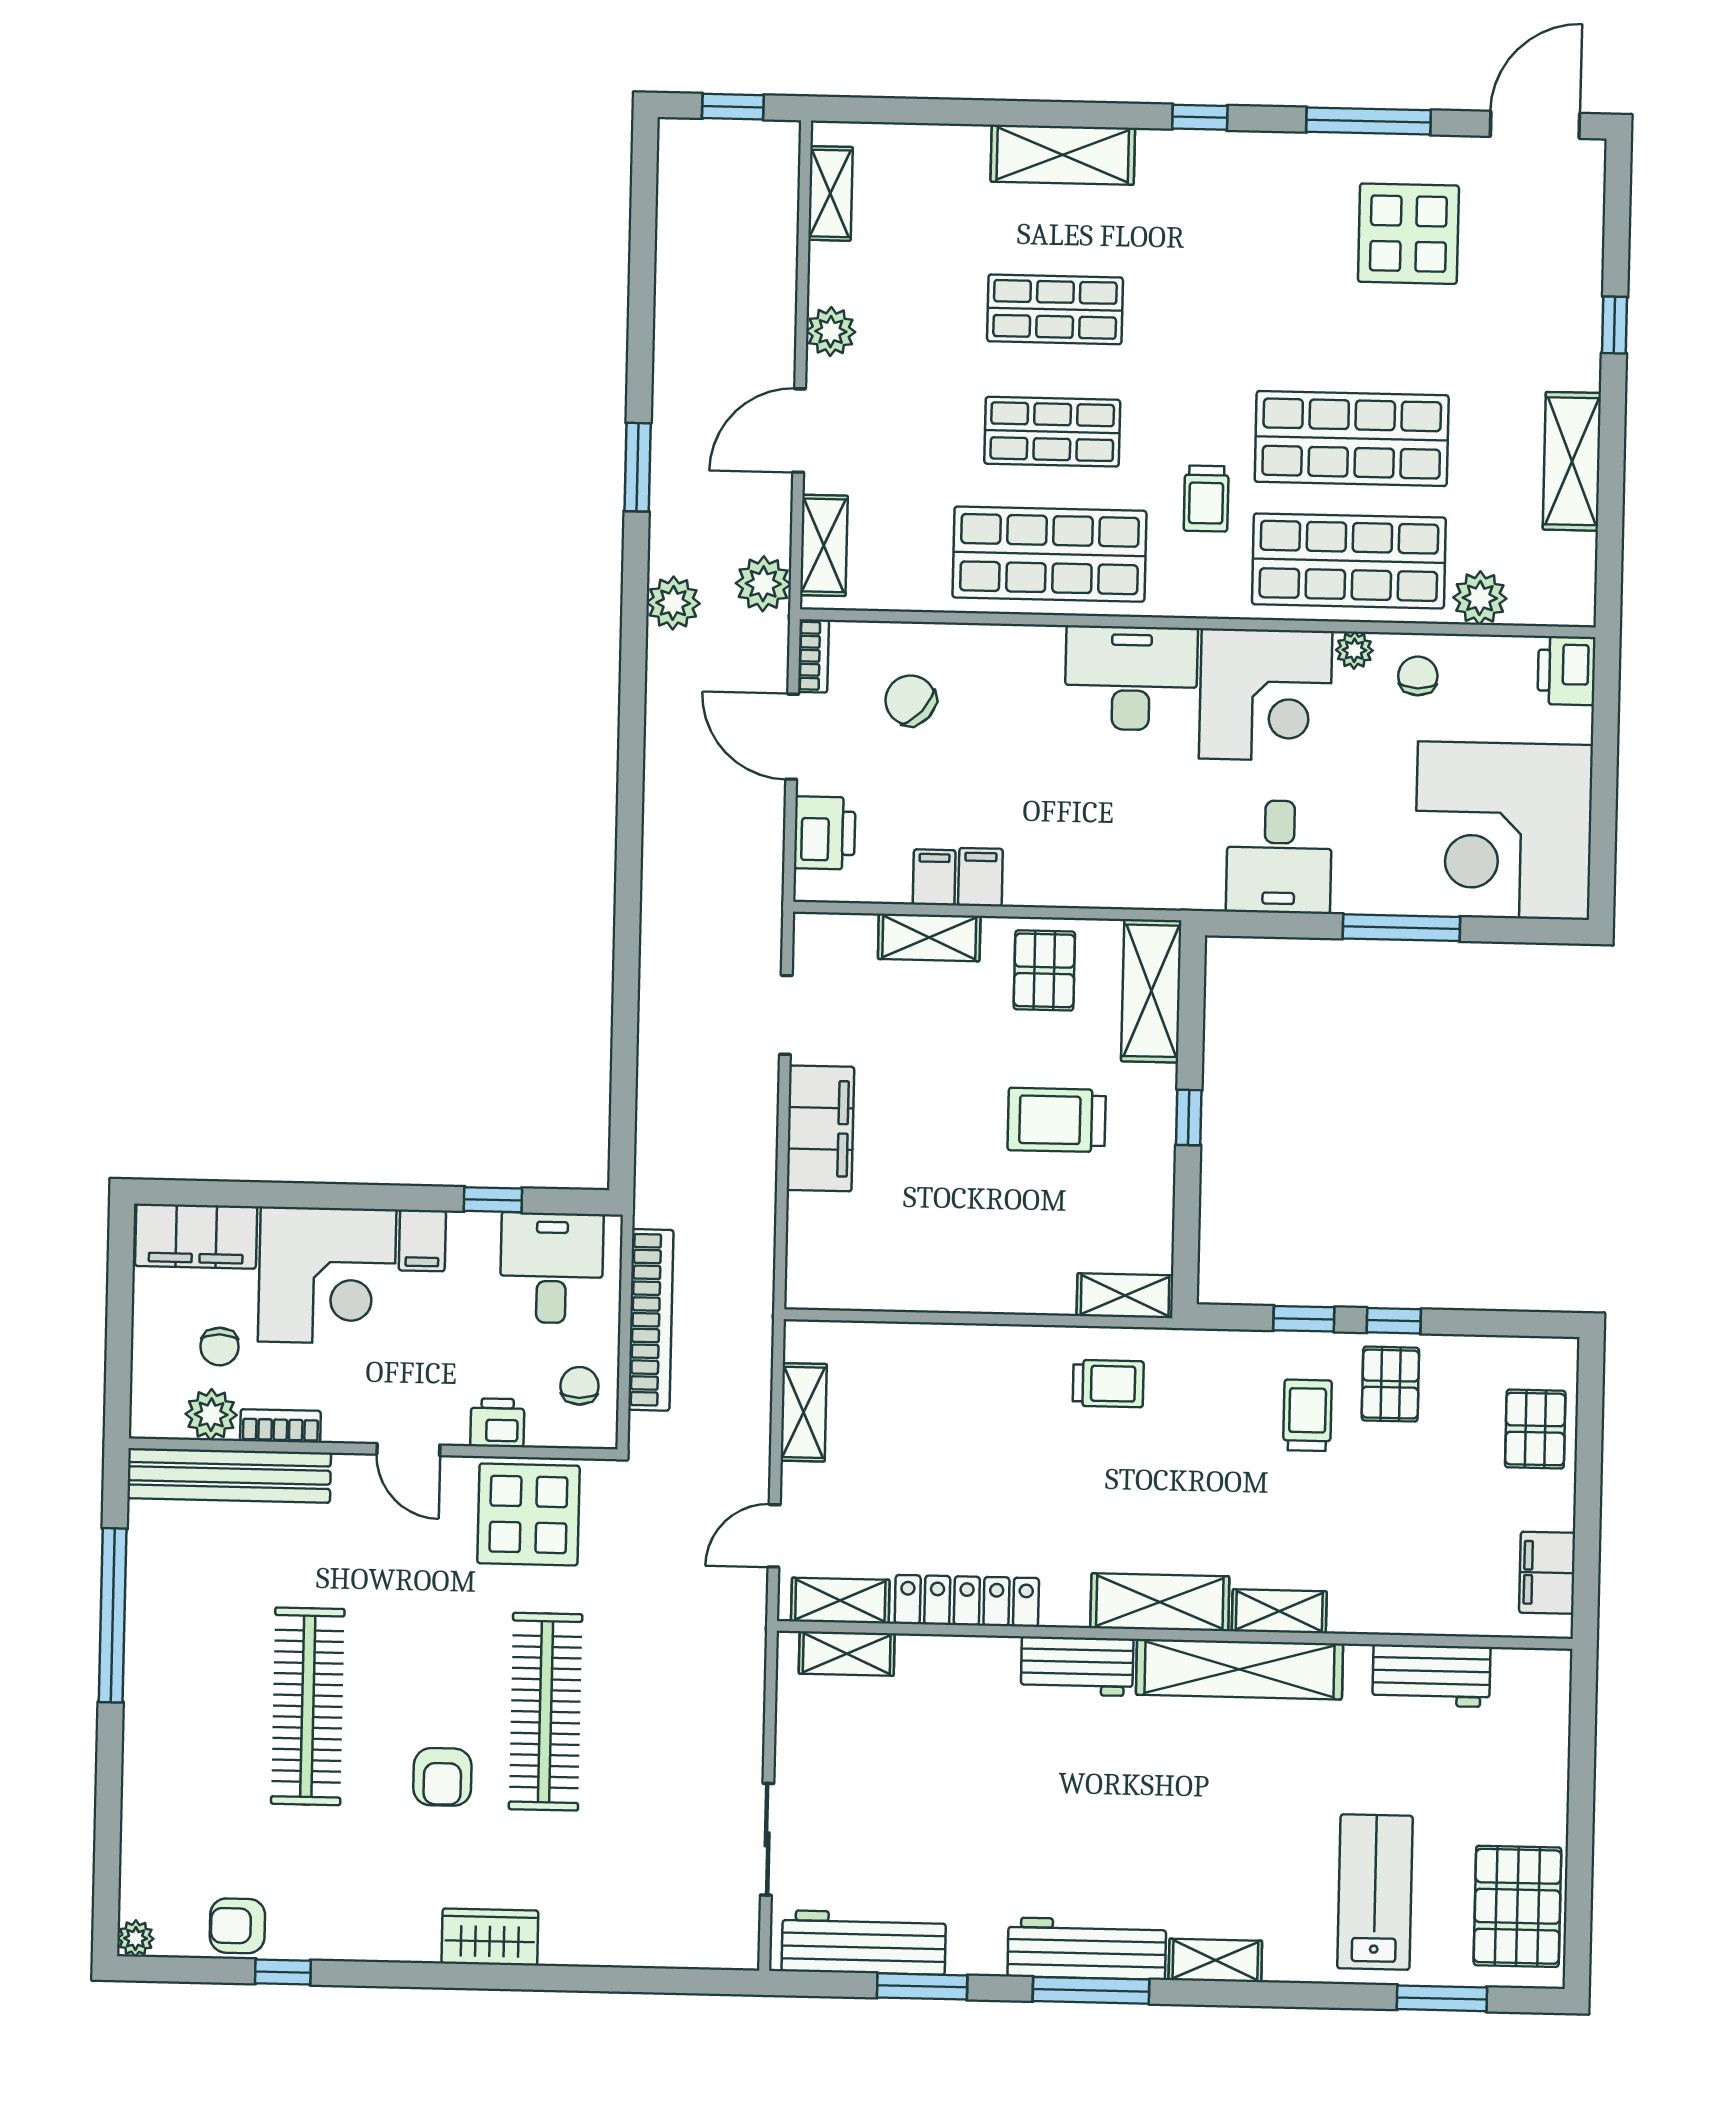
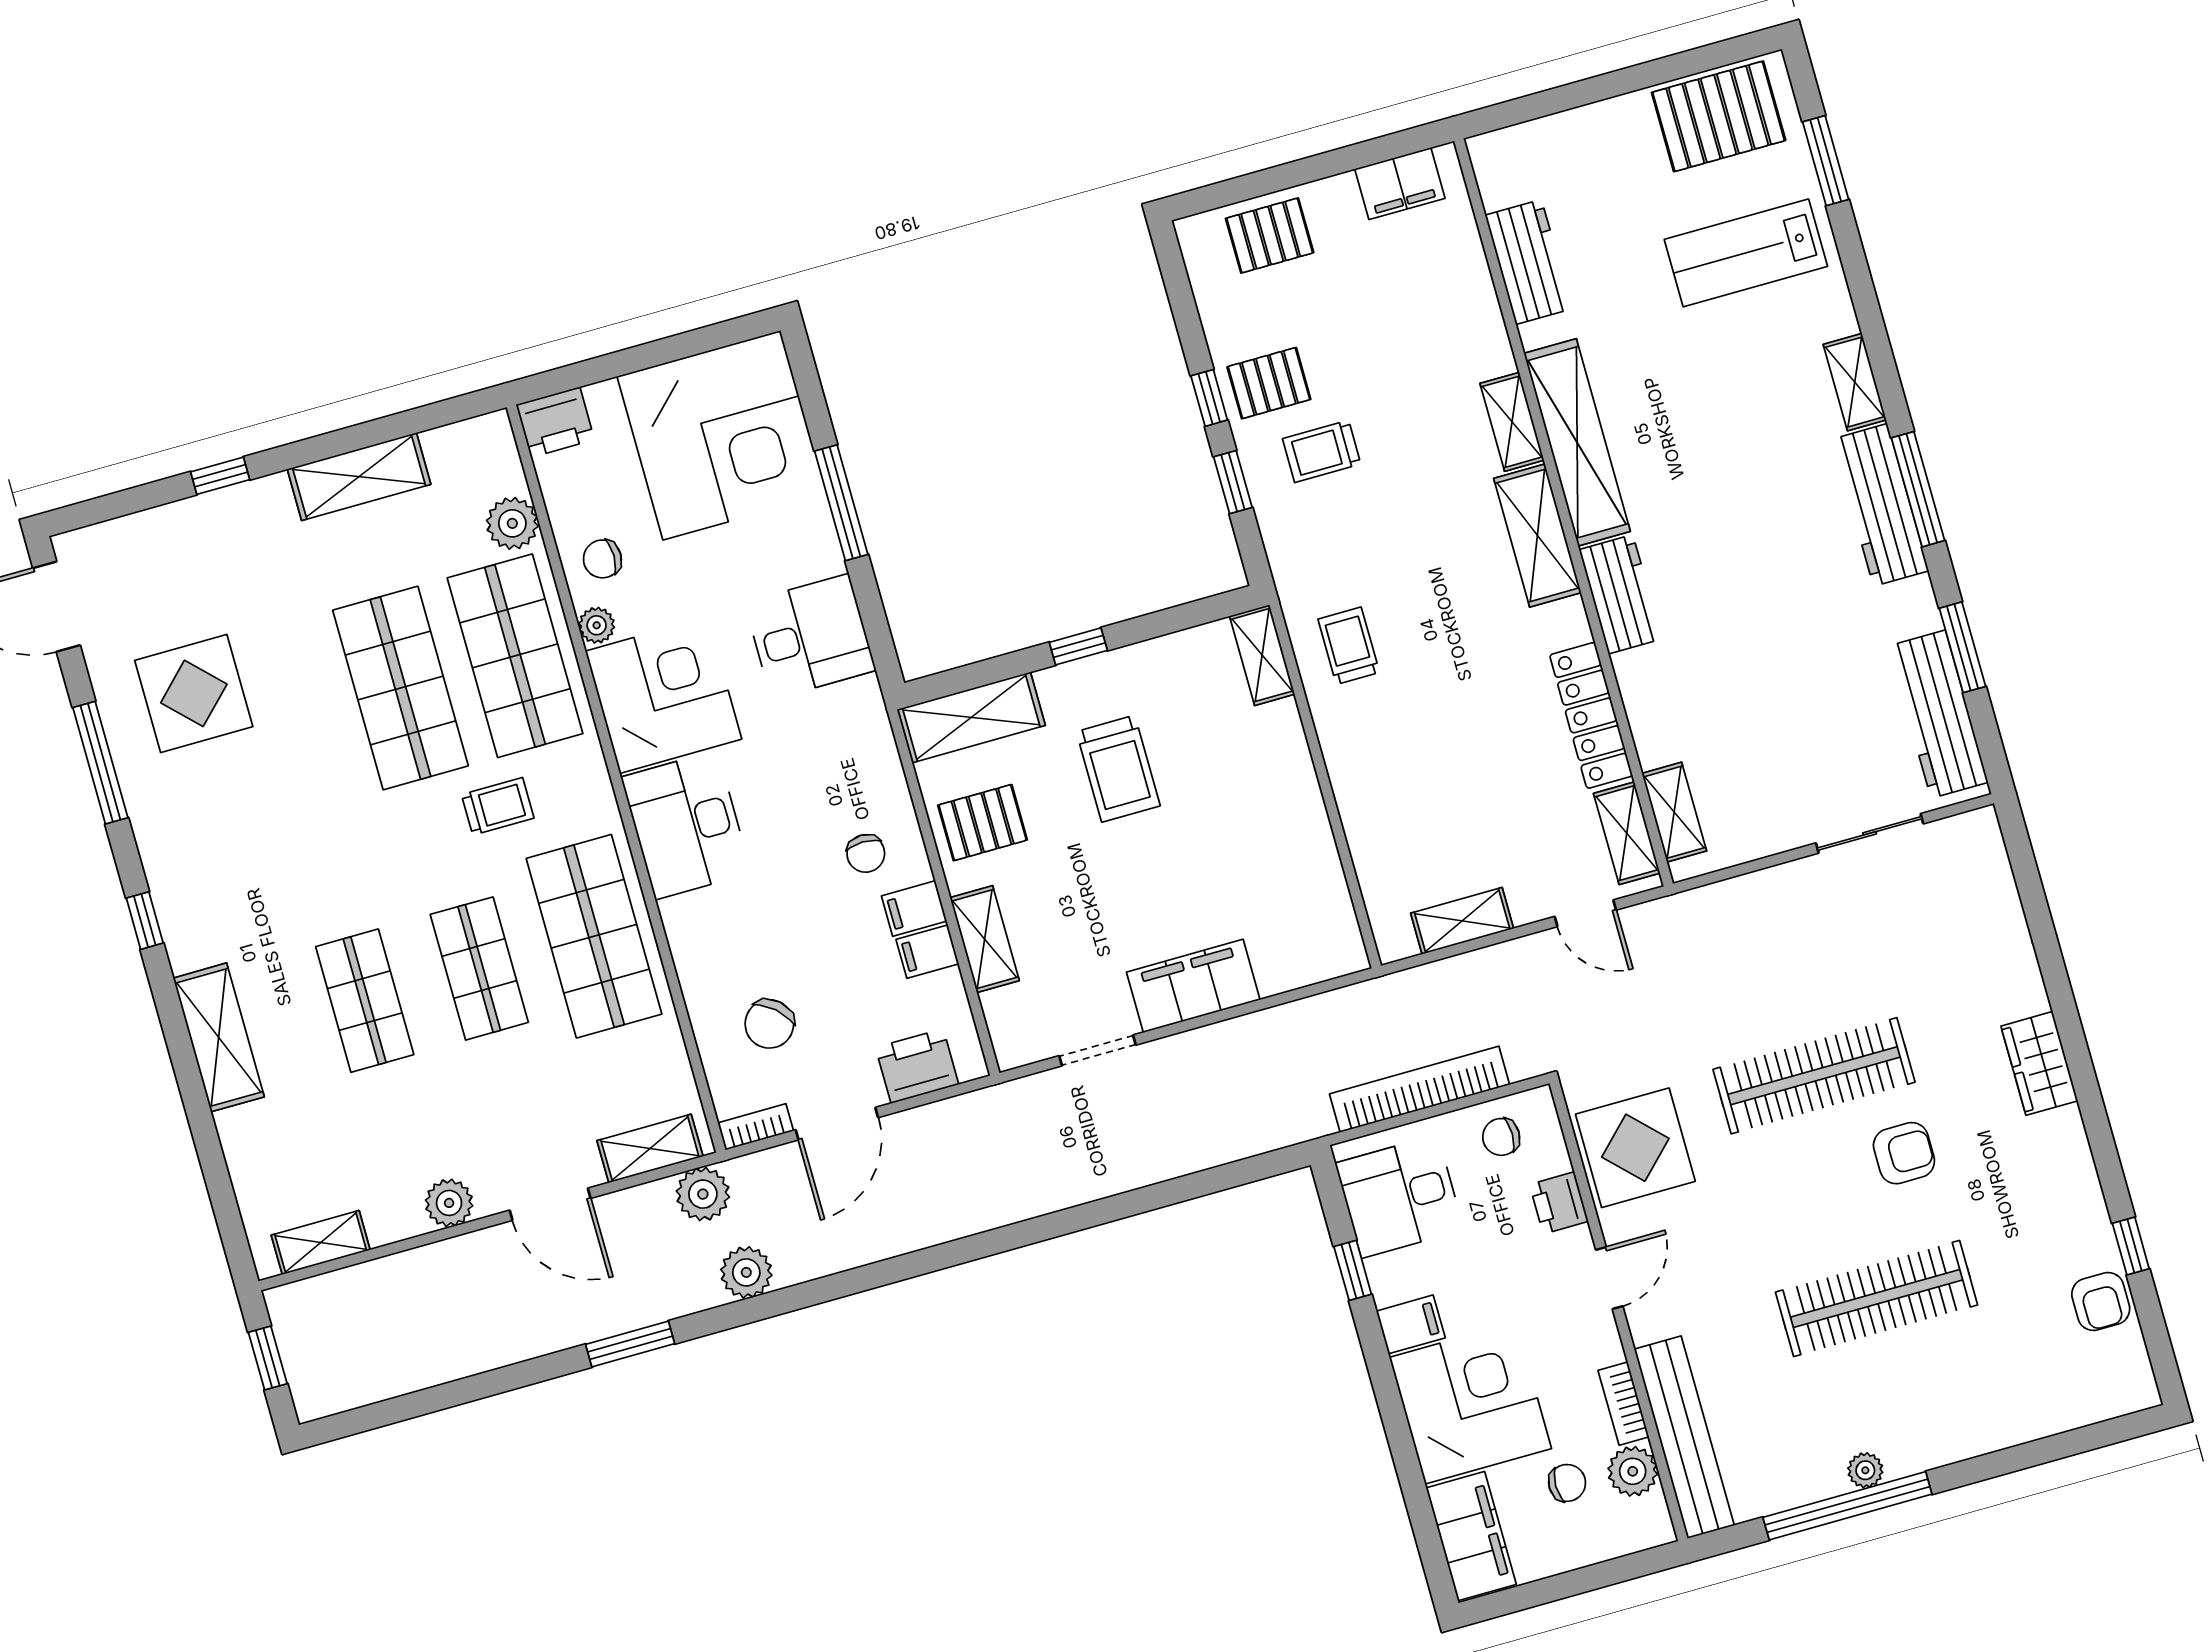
chair: (1049, 846) -> (866, 853), added
plant: (136, 1938) -> (1865, 1470), moved

